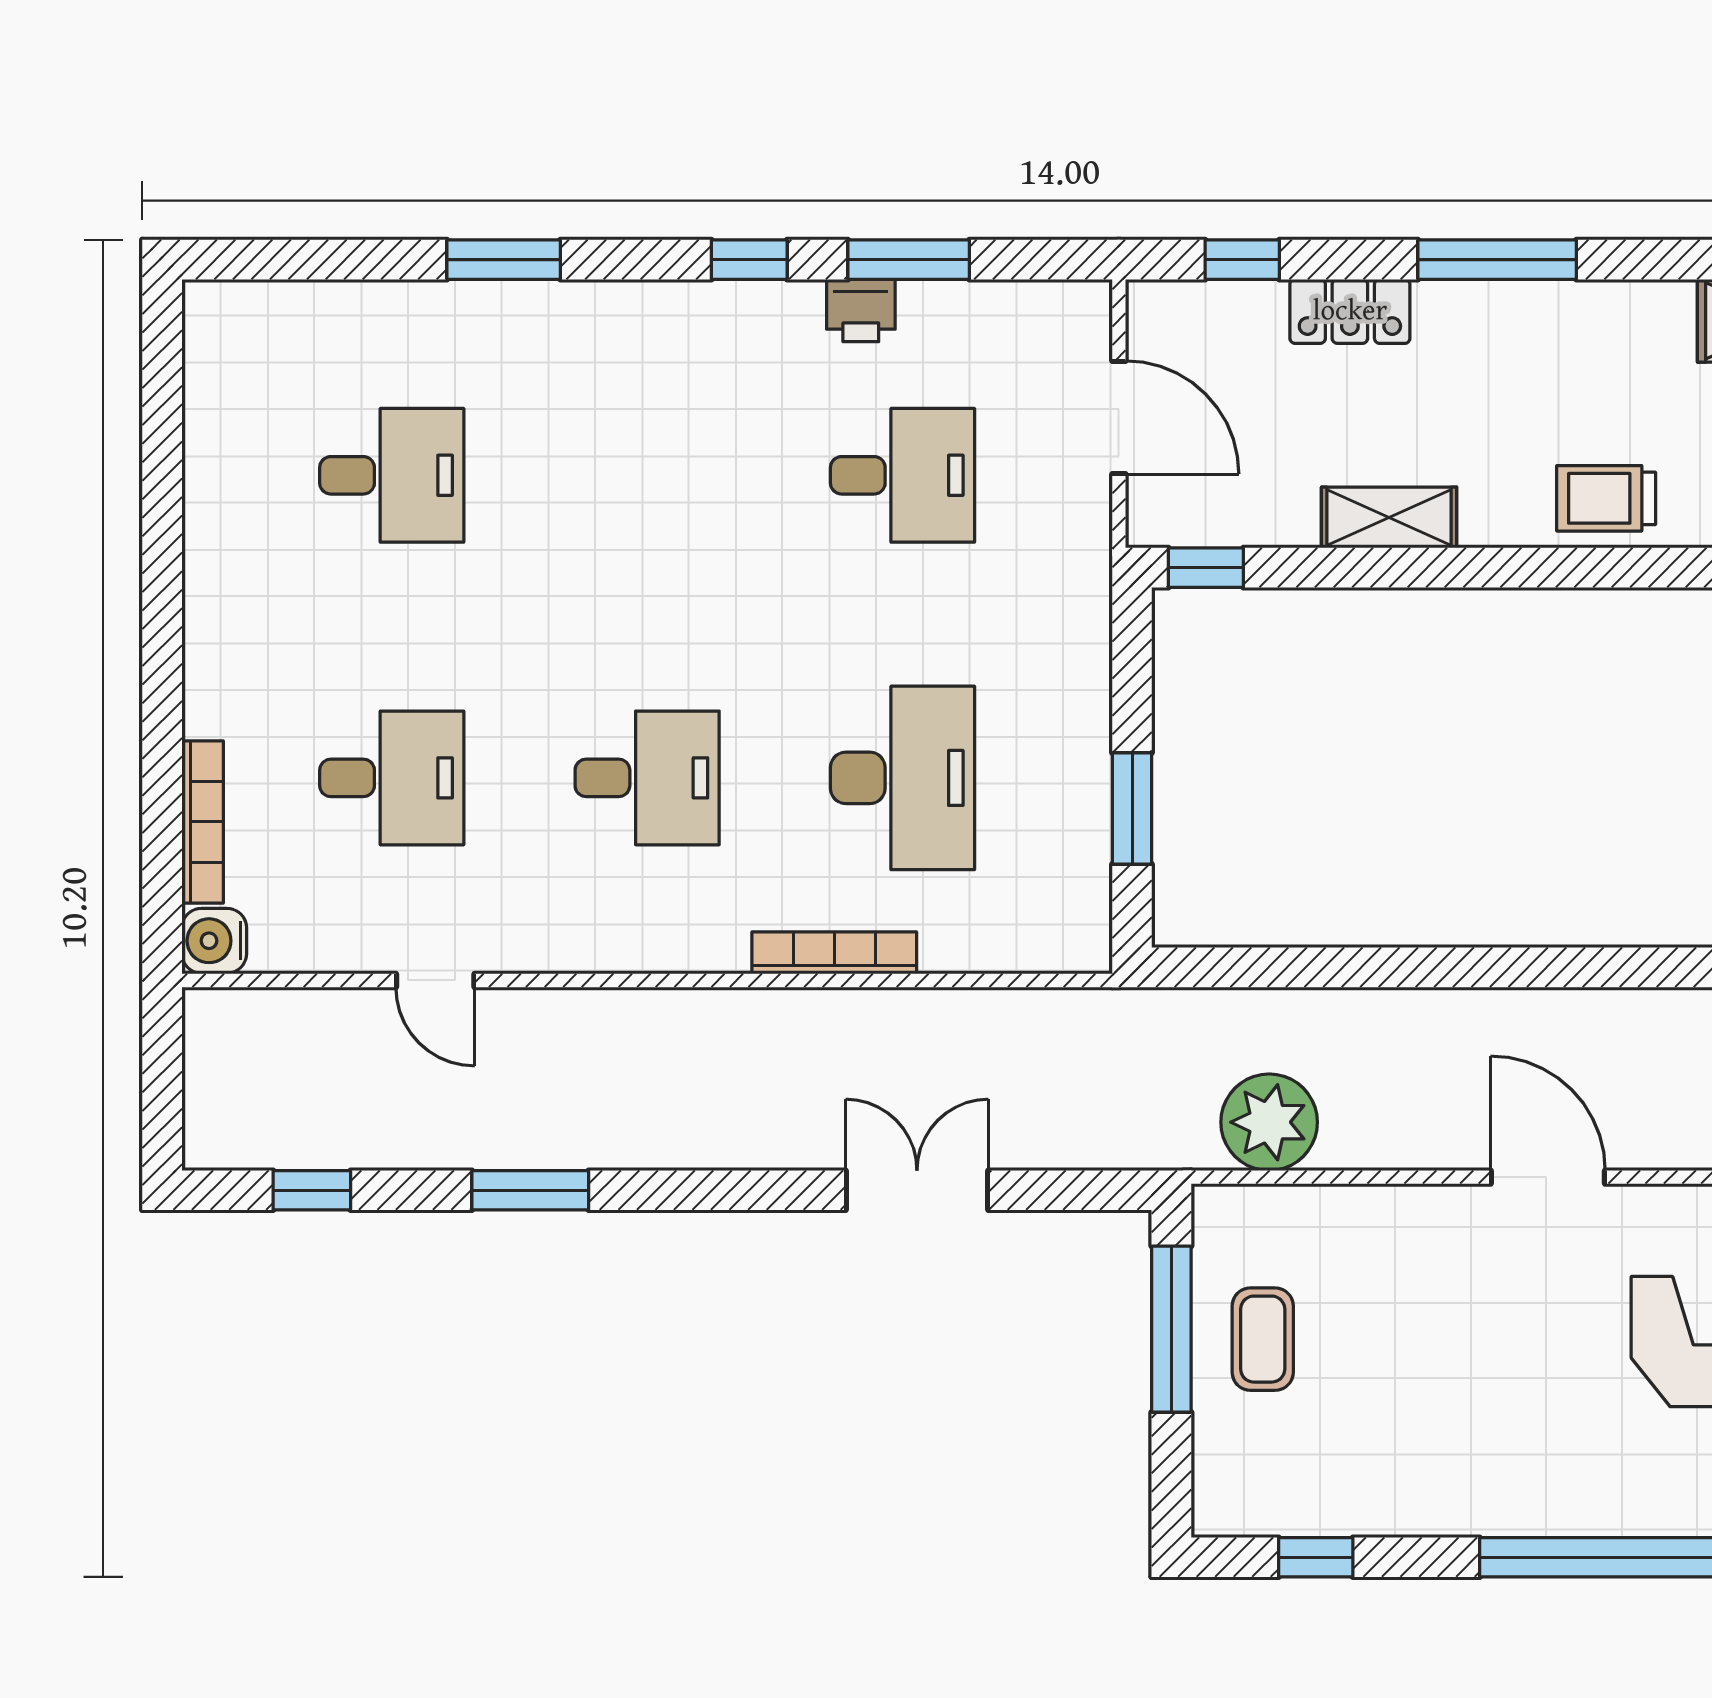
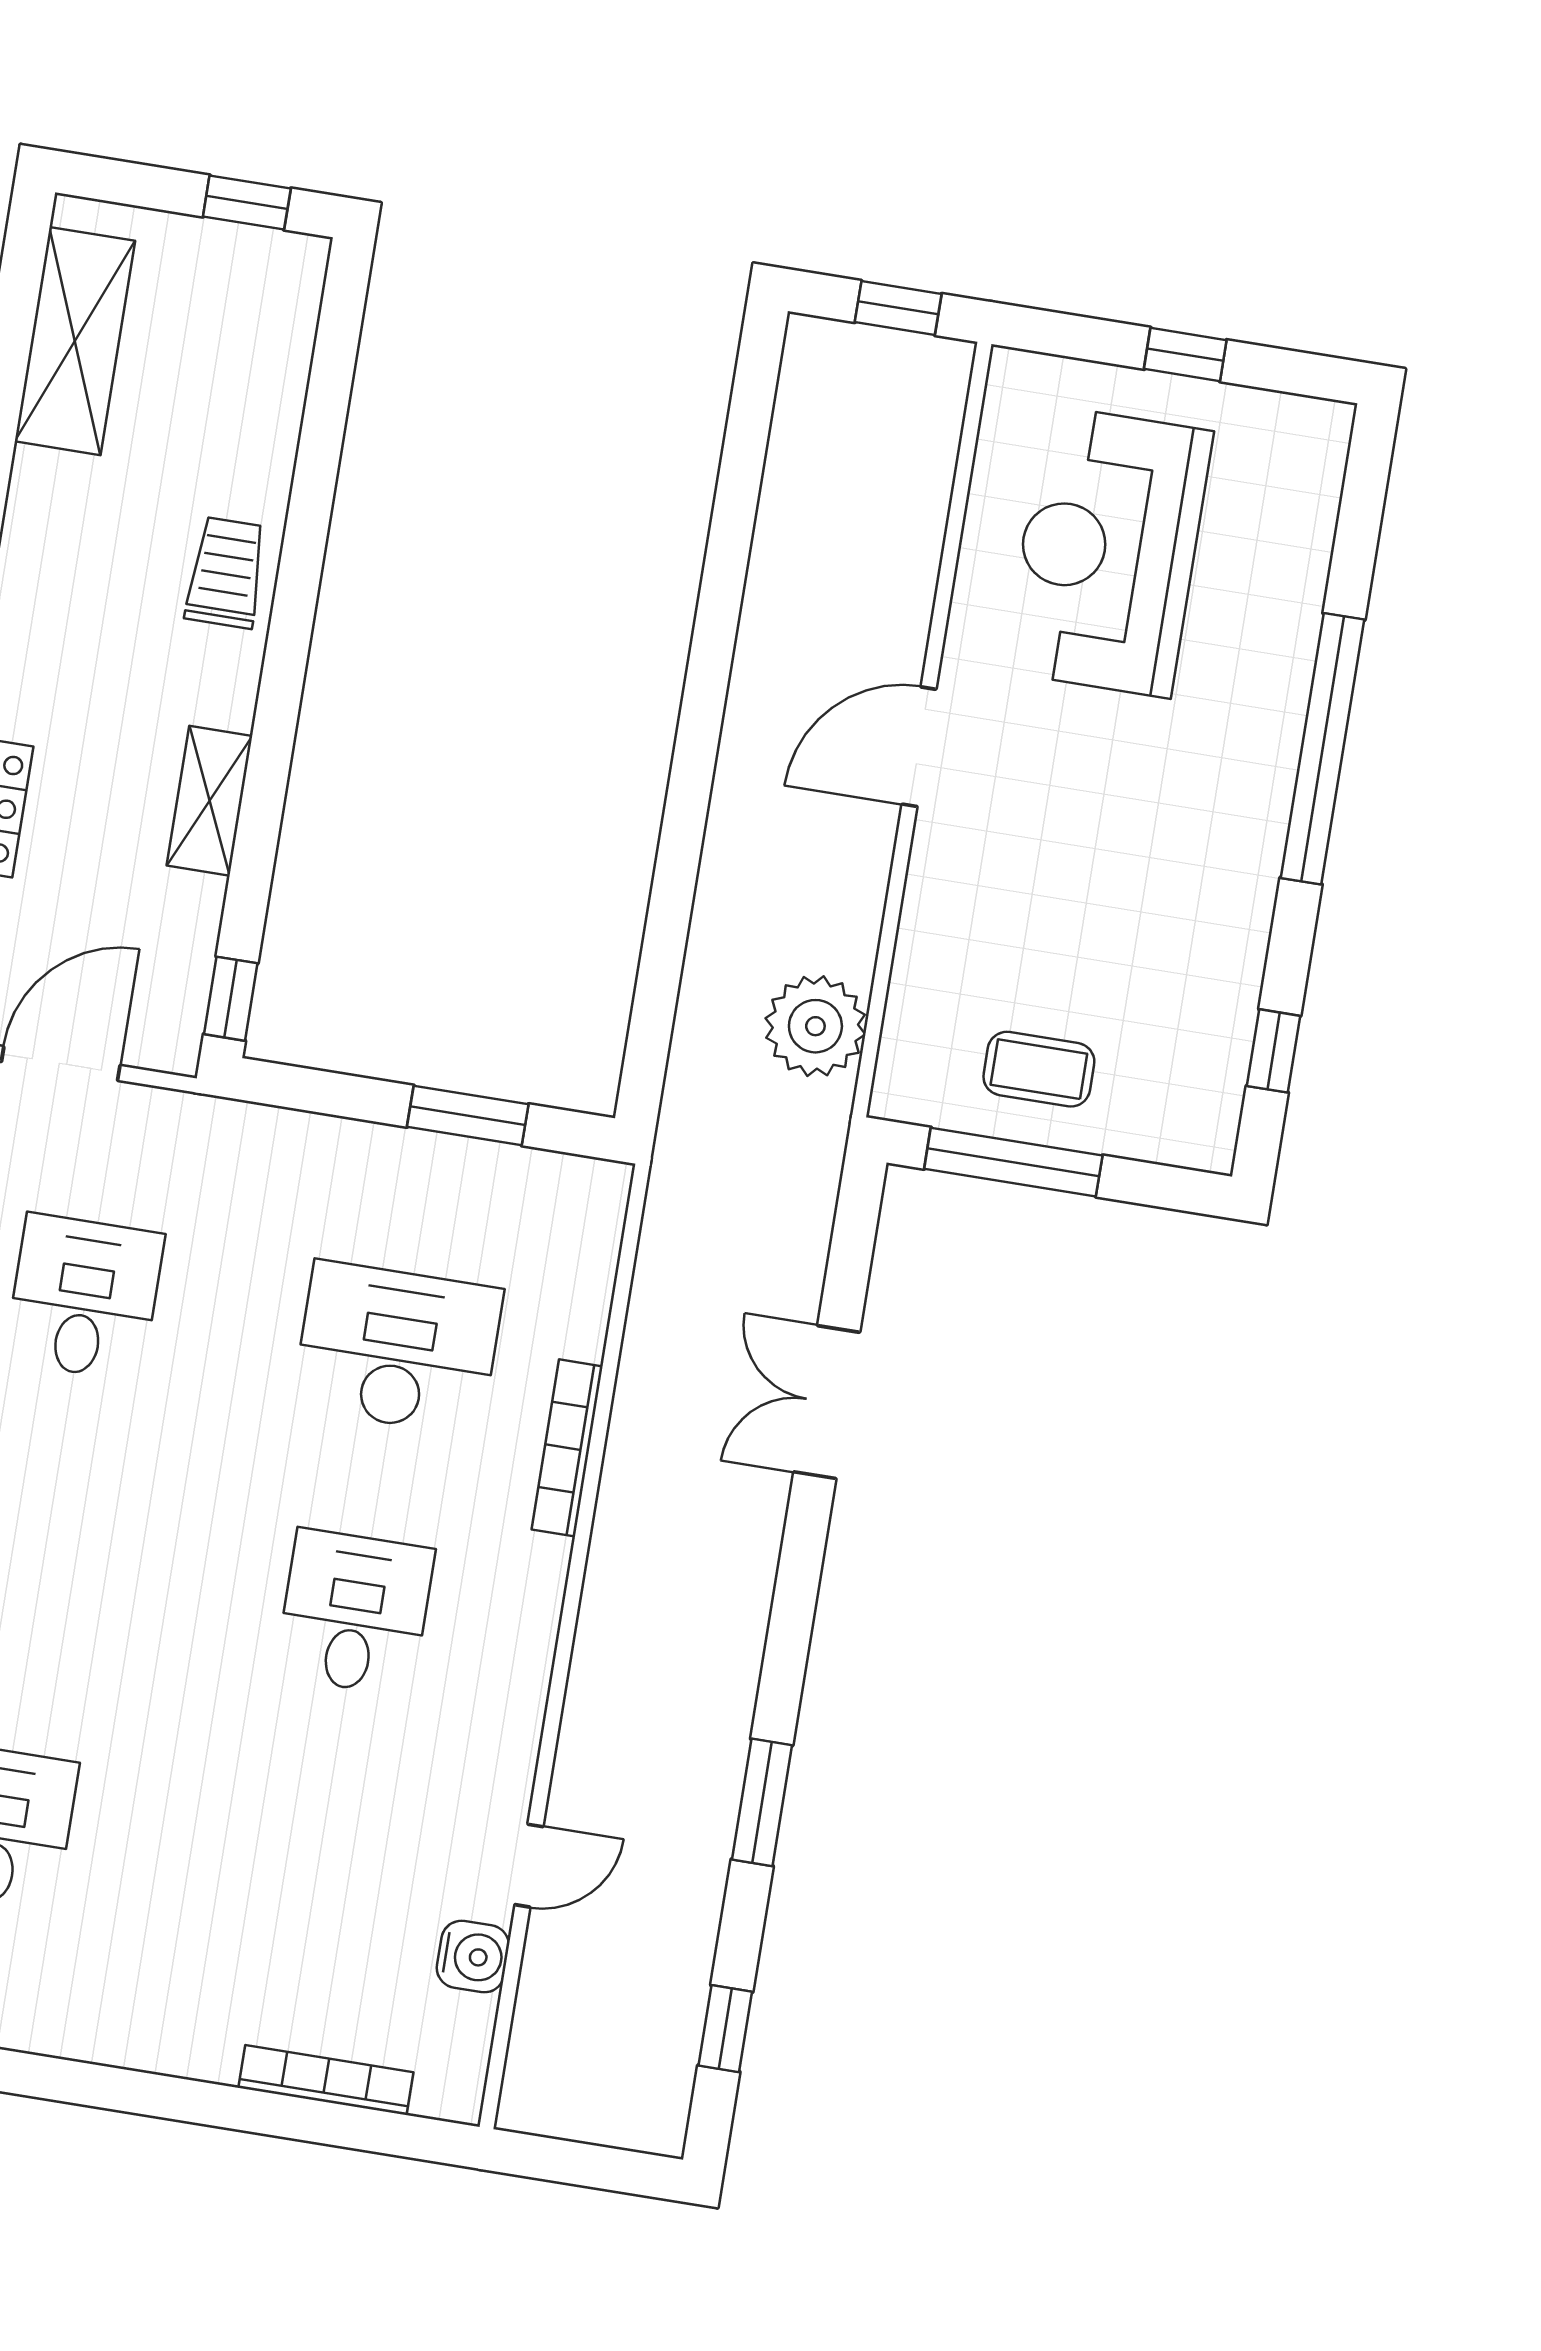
trolley: (1606, 498) -> (226, 573), turned 180
desk: (392, 778) -> (312, 1877), removed
water cooler: (214, 941) -> (473, 1957), moved, turned -90

